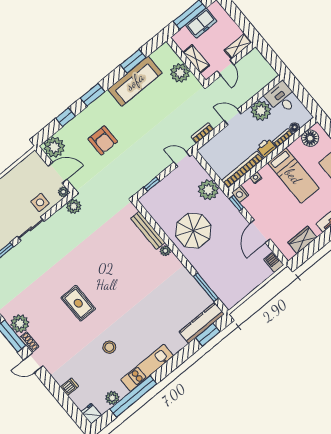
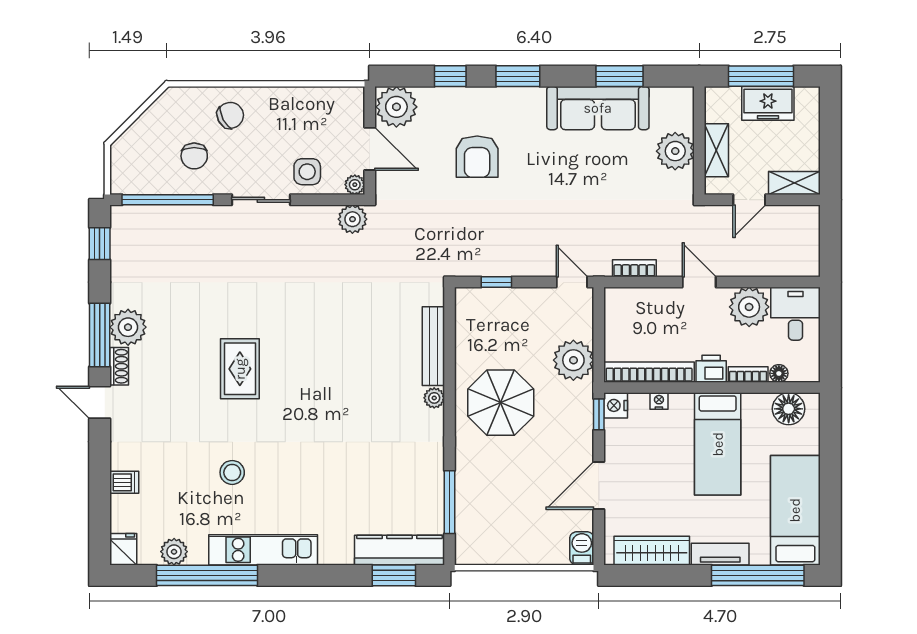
wardrobe: (302, 240) -> (652, 551), width x1.50

